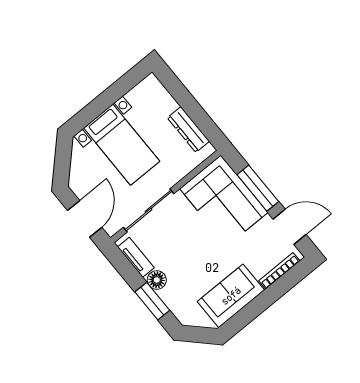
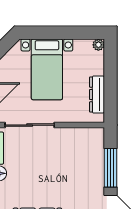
plant: (151, 82) -> (98, 45), added
corner sofa: (224, 201) -> (82, 158), removed

